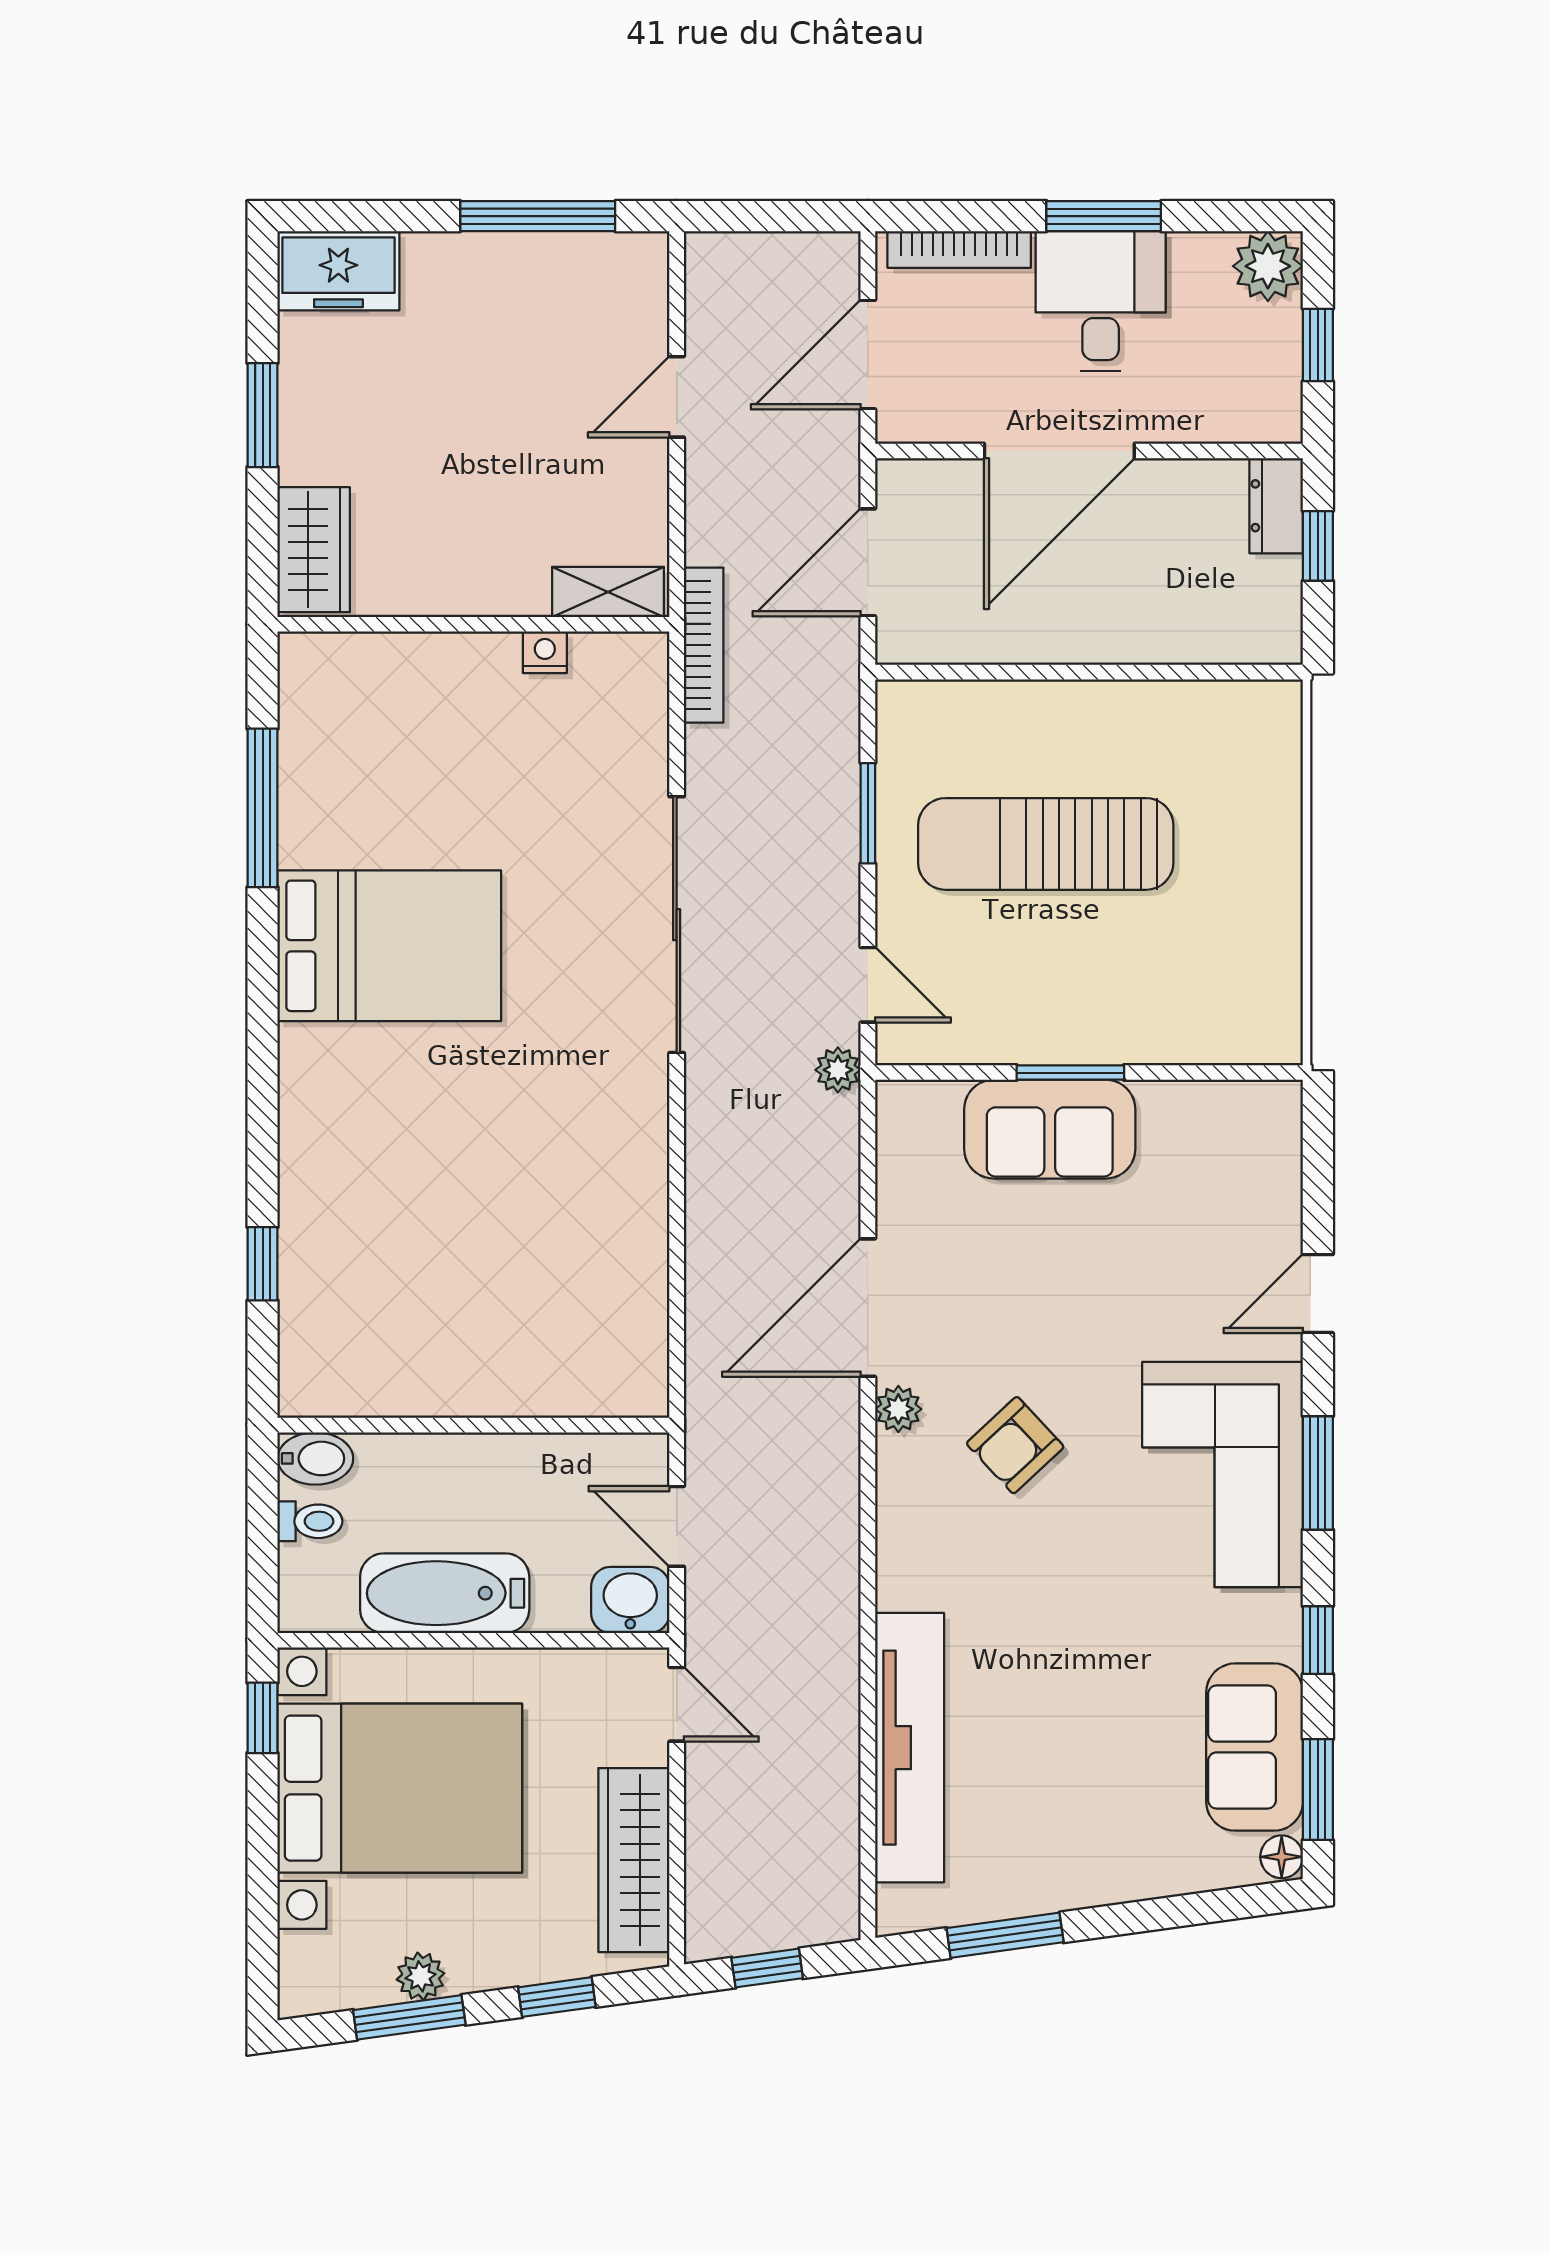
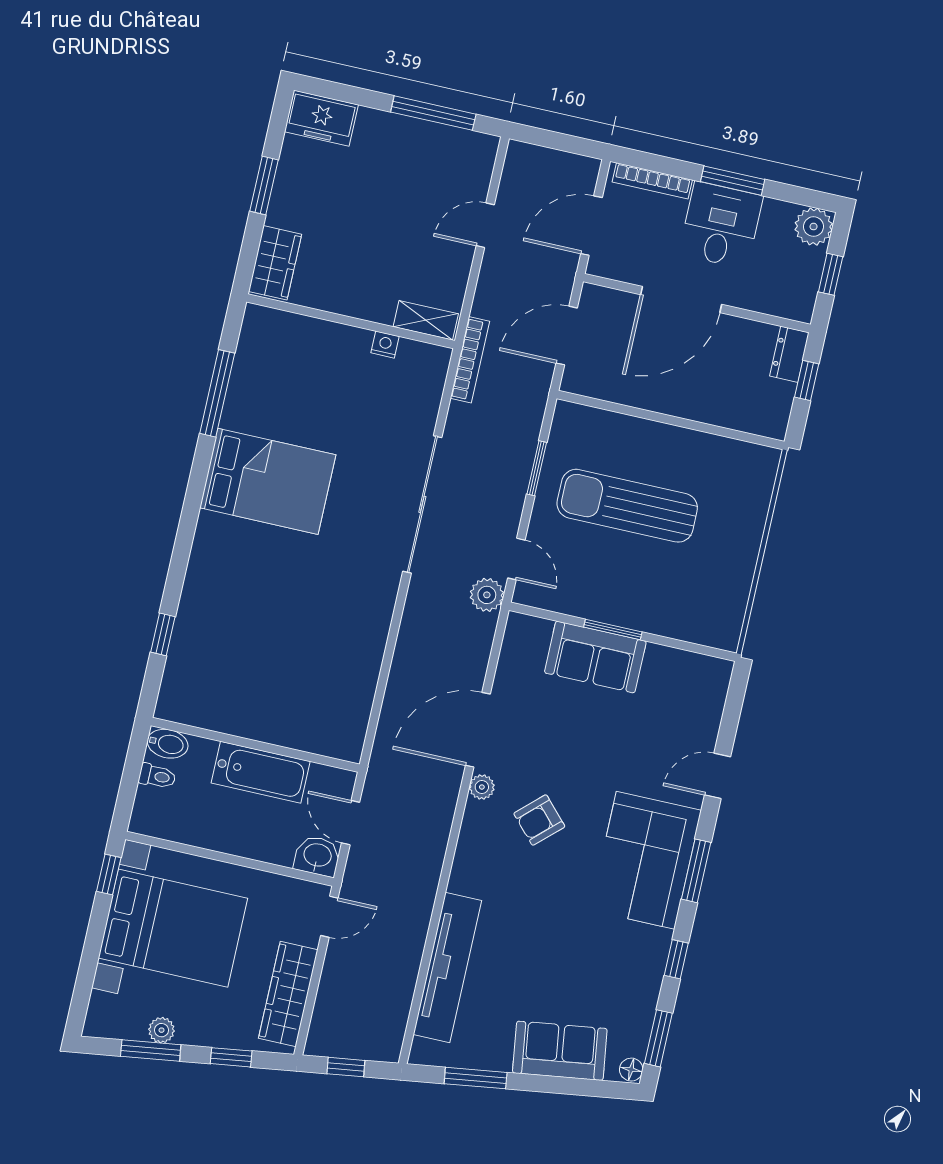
plant: (838, 1070) -> (487, 595), width x1.38, depth x1.38
bathtub: (445, 1593) -> (261, 772), moved, turned 180
door: (677, 1704) -> (329, 917), hinge flipped
sofa: (1255, 1747) -> (560, 1051), moved, turned 82

